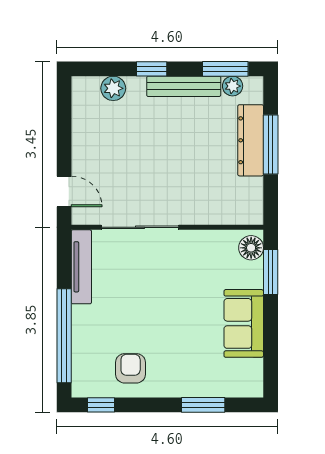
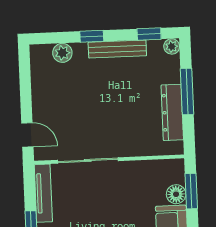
window: (225, 69) -> (149, 34), width x0.67
plant: (233, 86) -> (172, 46), moved
dresser: (251, 140) -> (172, 112), moved
floor lamp: (251, 248) -> (176, 194), moved

